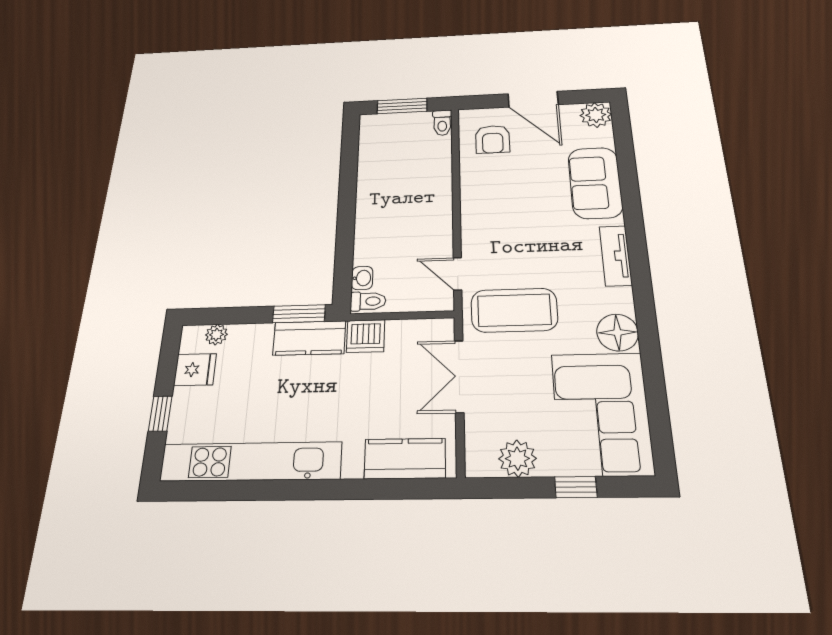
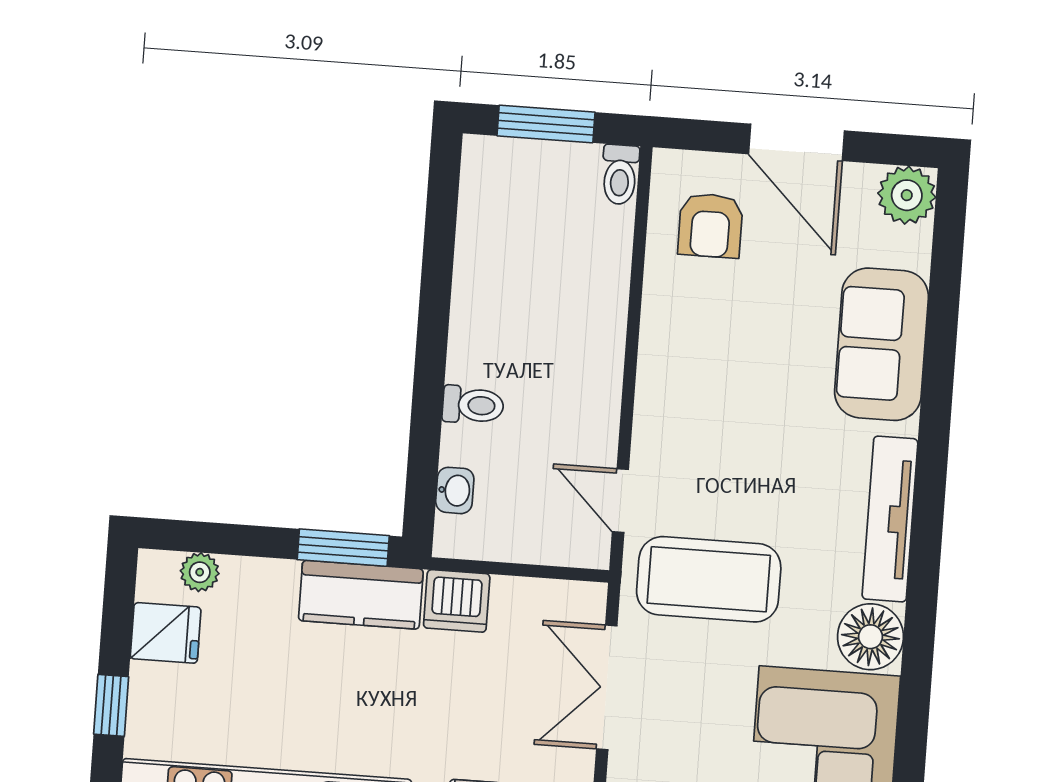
tv unit: (616, 256) -> (890, 519), width x1.41
toilet: (368, 301) -> (473, 405), moved

